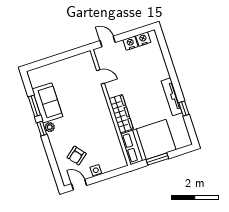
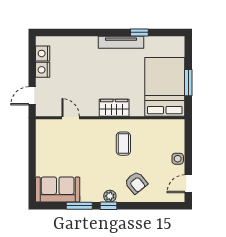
door: (100, 77) -> (71, 118), hinge flipped
sofa: (47, 103) -> (58, 189), moved
wardrobe: (121, 114) -> (114, 108), width x0.67
coffee table: (94, 124) -> (123, 144), added
armchair: (77, 156) -> (136, 183), moved

